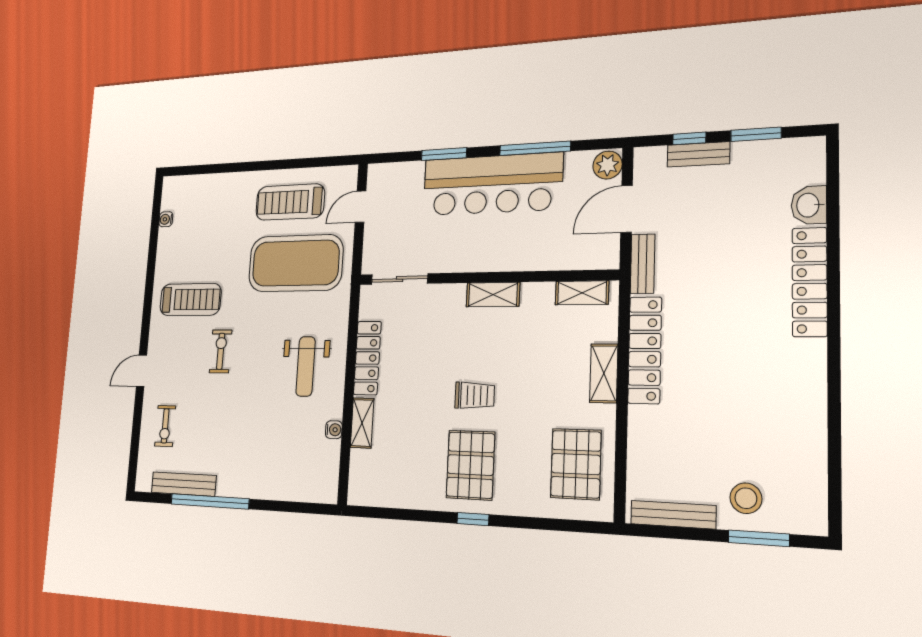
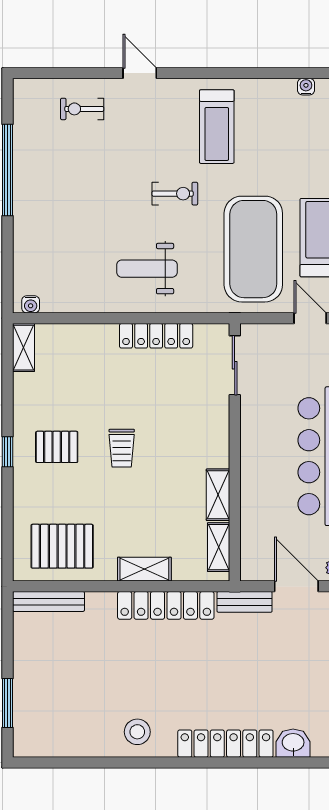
shelving: (493, 295) -> (218, 495), moved
exercise bike: (221, 351) -> (175, 194), moved
shelving: (362, 423) -> (23, 348), moved, turned 90
water cooler: (334, 430) -> (31, 304), moved
pallet: (470, 465) -> (57, 447), width x0.67, depth x0.71
bench: (184, 484) -> (23, 137), removed
stool: (746, 498) -> (137, 732), moved
bench: (673, 515) -> (48, 601), moved, turned 90

